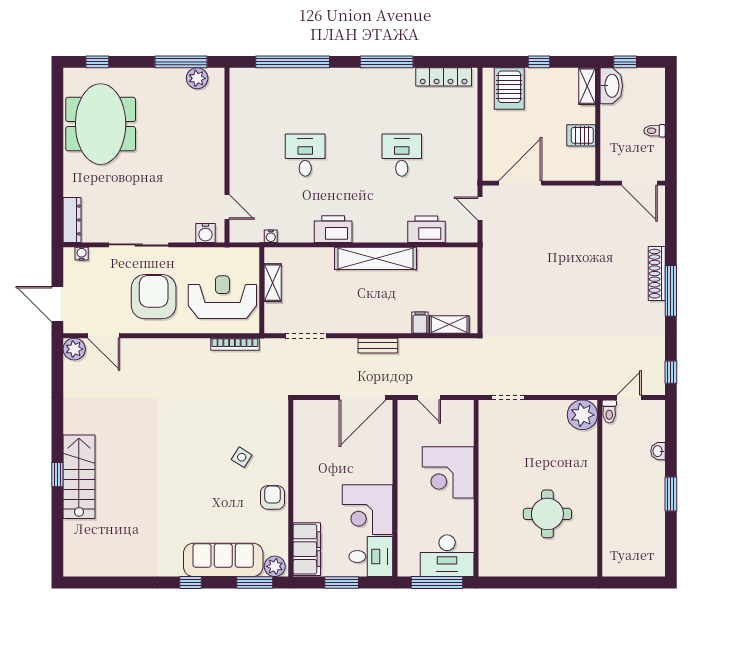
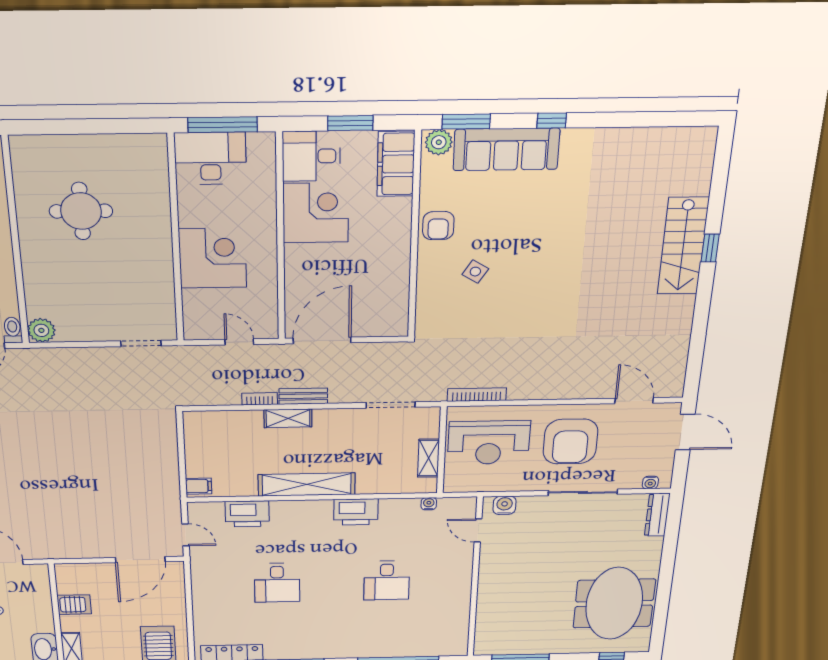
plant: (197, 78) -> (504, 646), removed
filing cabinet: (420, 323) -> (199, 486), moved, turned -90
shelving: (449, 325) -> (288, 418), moved
bookcase: (414, 344) -> (260, 399), added
plant: (74, 349) -> (671, 386), removed
plant: (582, 415) -> (41, 330), width x0.73, depth x0.73

